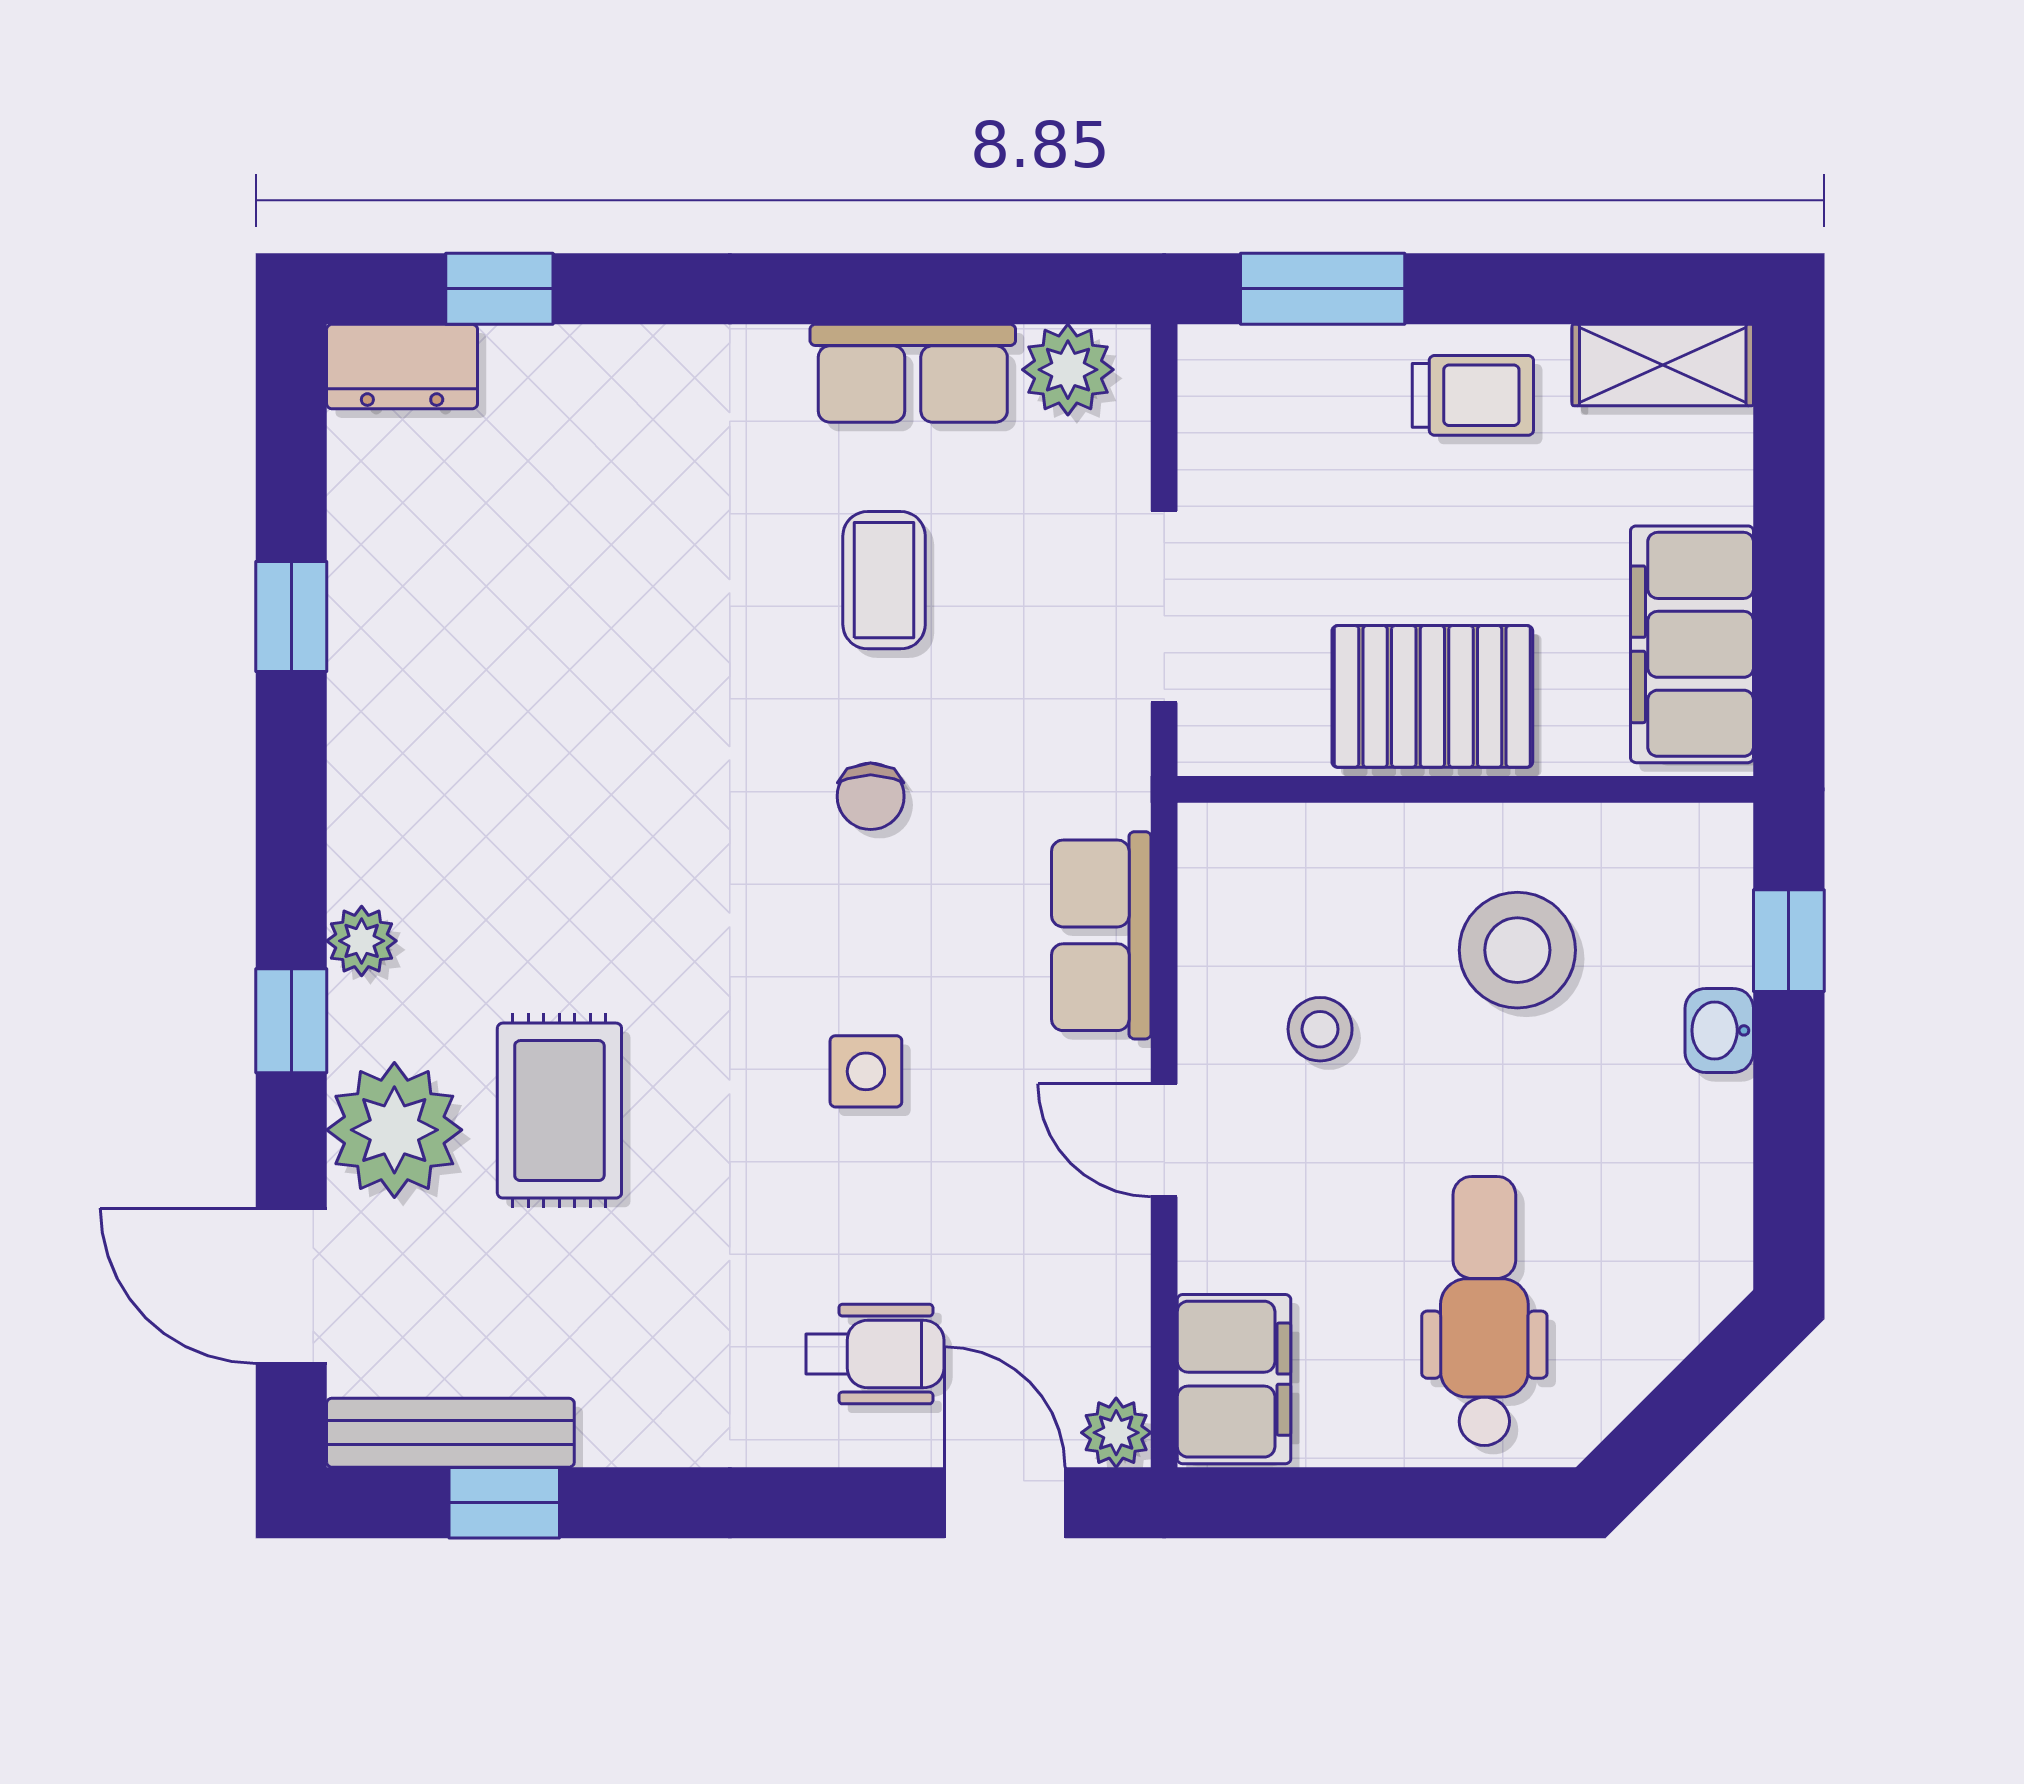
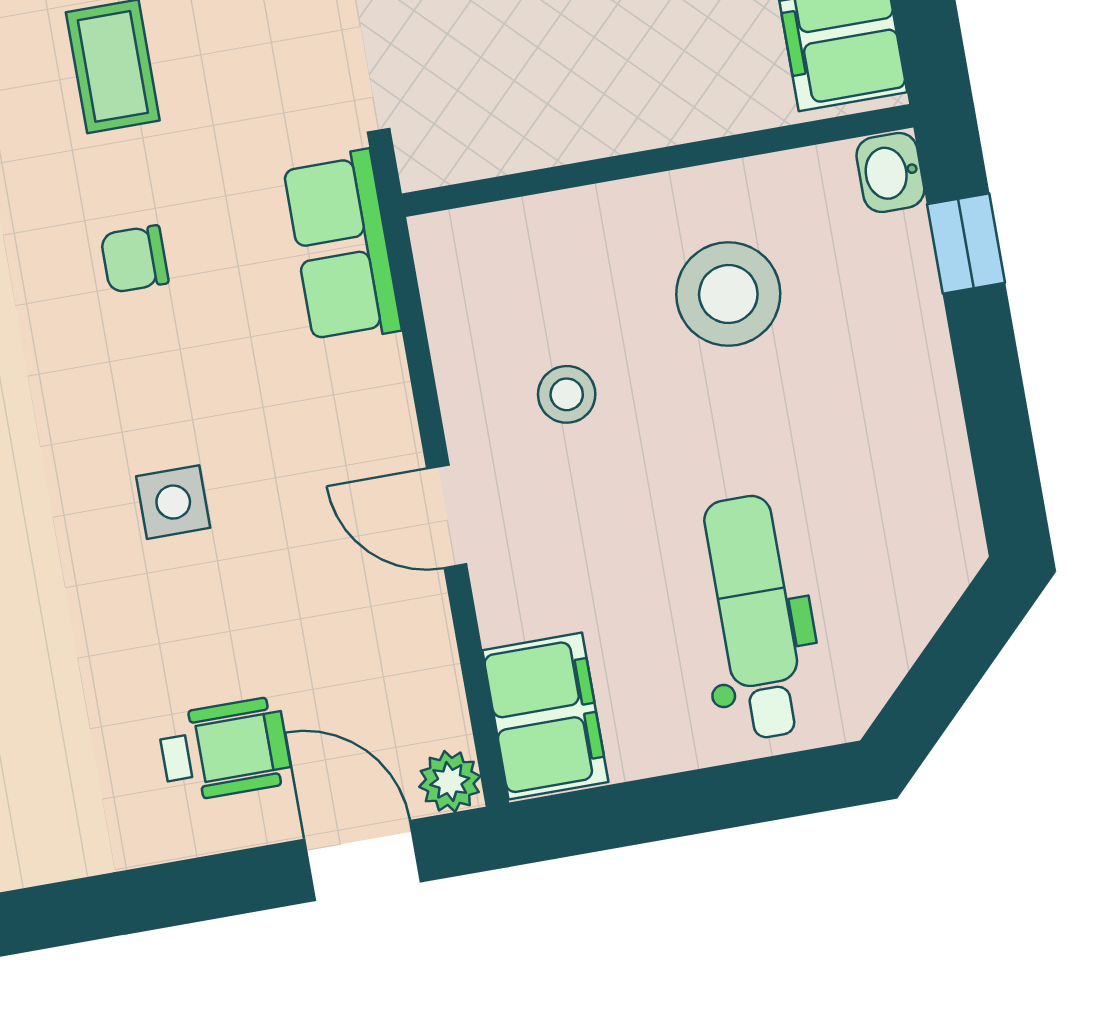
pallet: (1432, 696) -> (614, 84), removed
chair: (871, 796) -> (135, 259), turned 90
row of seats: (1101, 935) -> (342, 247), moved
washbasin: (1719, 1030) -> (890, 172), moved

